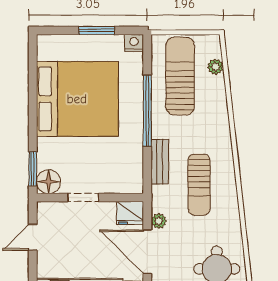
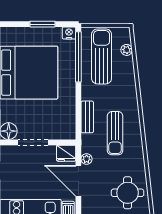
window: (147, 111) -> (78, 57), moved
doorway: (83, 198) -> (33, 142), width x1.38

